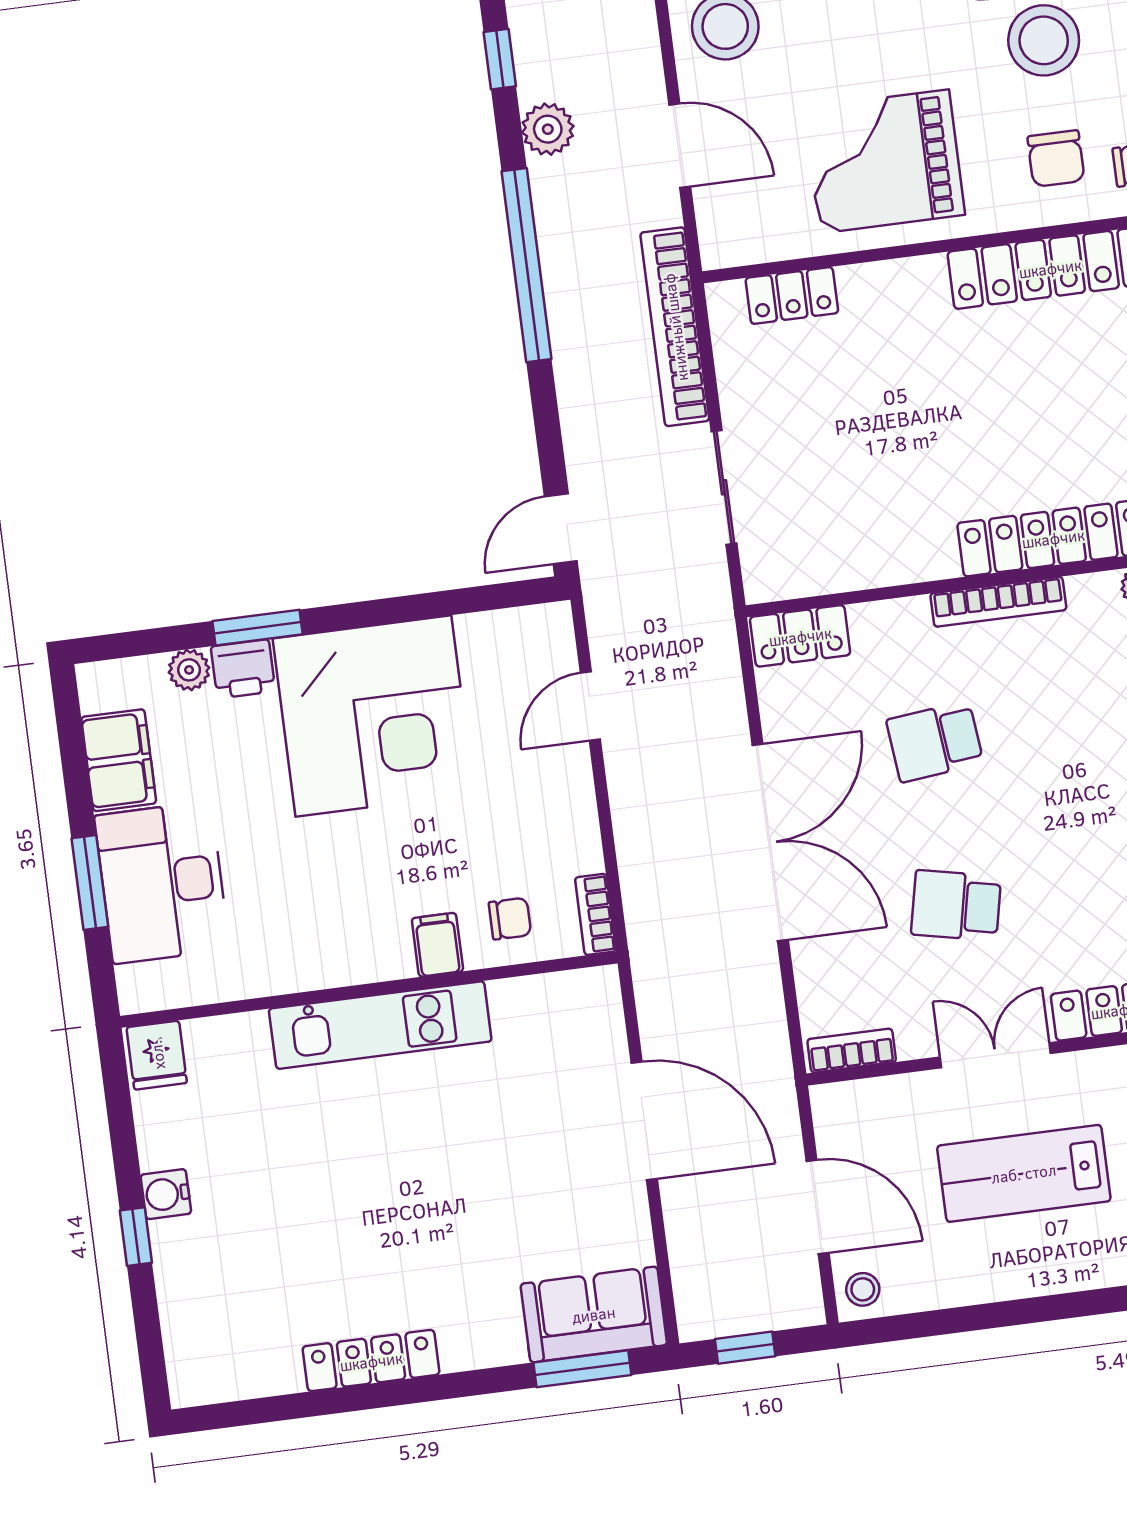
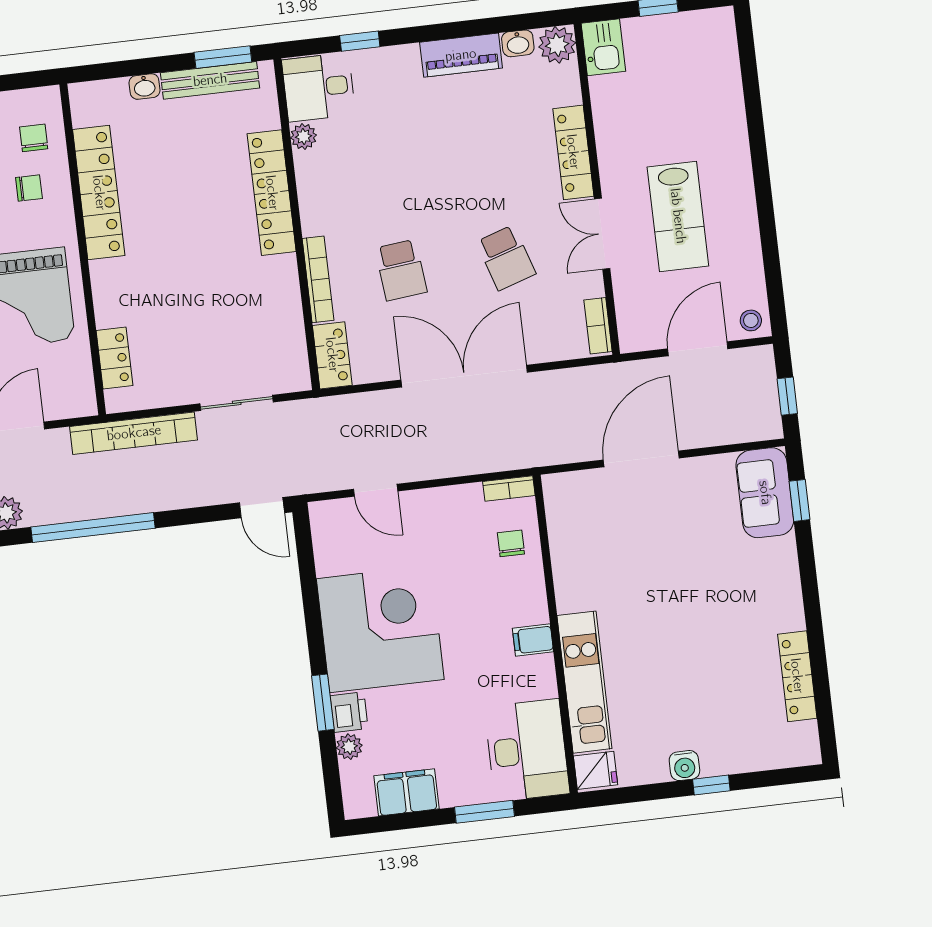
chair: (1056, 159) -> (29, 188), width x0.73, depth x0.73
bookcase: (998, 602) -> (318, 279), moved
desk: (162, 882) -> (527, 750), moved, turned -90
school desk: (956, 905) -> (506, 258), turned -30
filing cabinet: (437, 945) -> (533, 640), moved
kitchen unit: (380, 1025) -> (584, 682), moved
locker: (371, 1361) -> (797, 676), moved
window: (582, 1369) -> (799, 500), width x0.67

